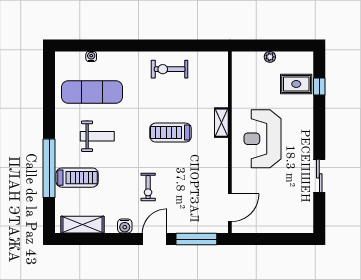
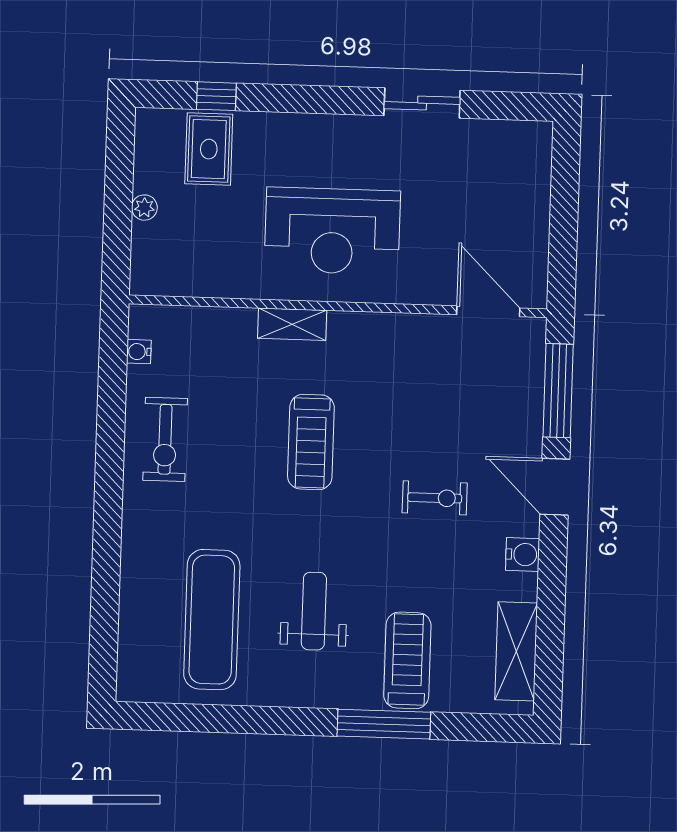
water cooler: (91, 57) -> (139, 352), moved
window: (49, 168) -> (384, 724), width x0.68

